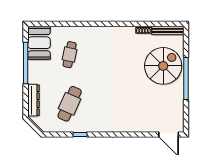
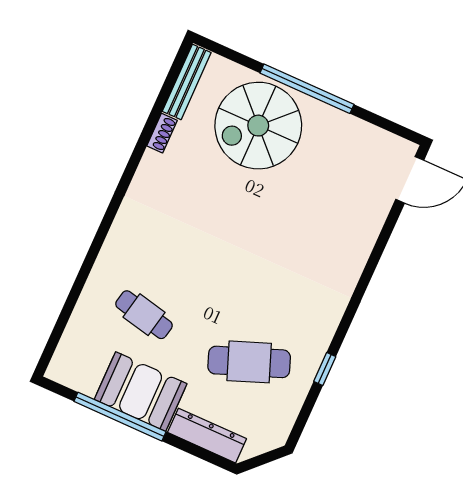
booth: (39, 43) -> (141, 392), moved
spiral stairs: (163, 66) -> (258, 126), turned -90
cafe table: (70, 104) -> (249, 362), turned -45

